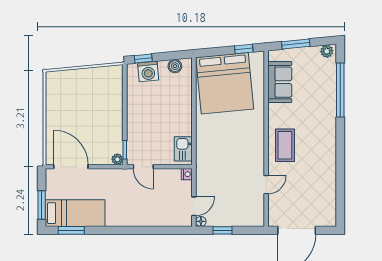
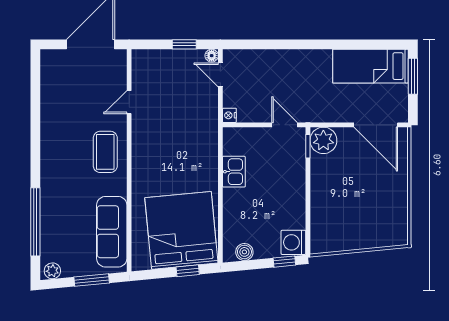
window: (244, 49) -> (188, 271), moved
washing machine: (148, 71) -> (293, 242), moved, turned -85
sofa: (280, 82) -> (112, 232), width x1.36
kitchen sink: (183, 149) -> (234, 172), moved
plant: (117, 159) -> (323, 140), width x1.88, depth x1.88
door: (194, 206) -> (220, 75), hinge flipped
window: (71, 230) -> (375, 44), removed

